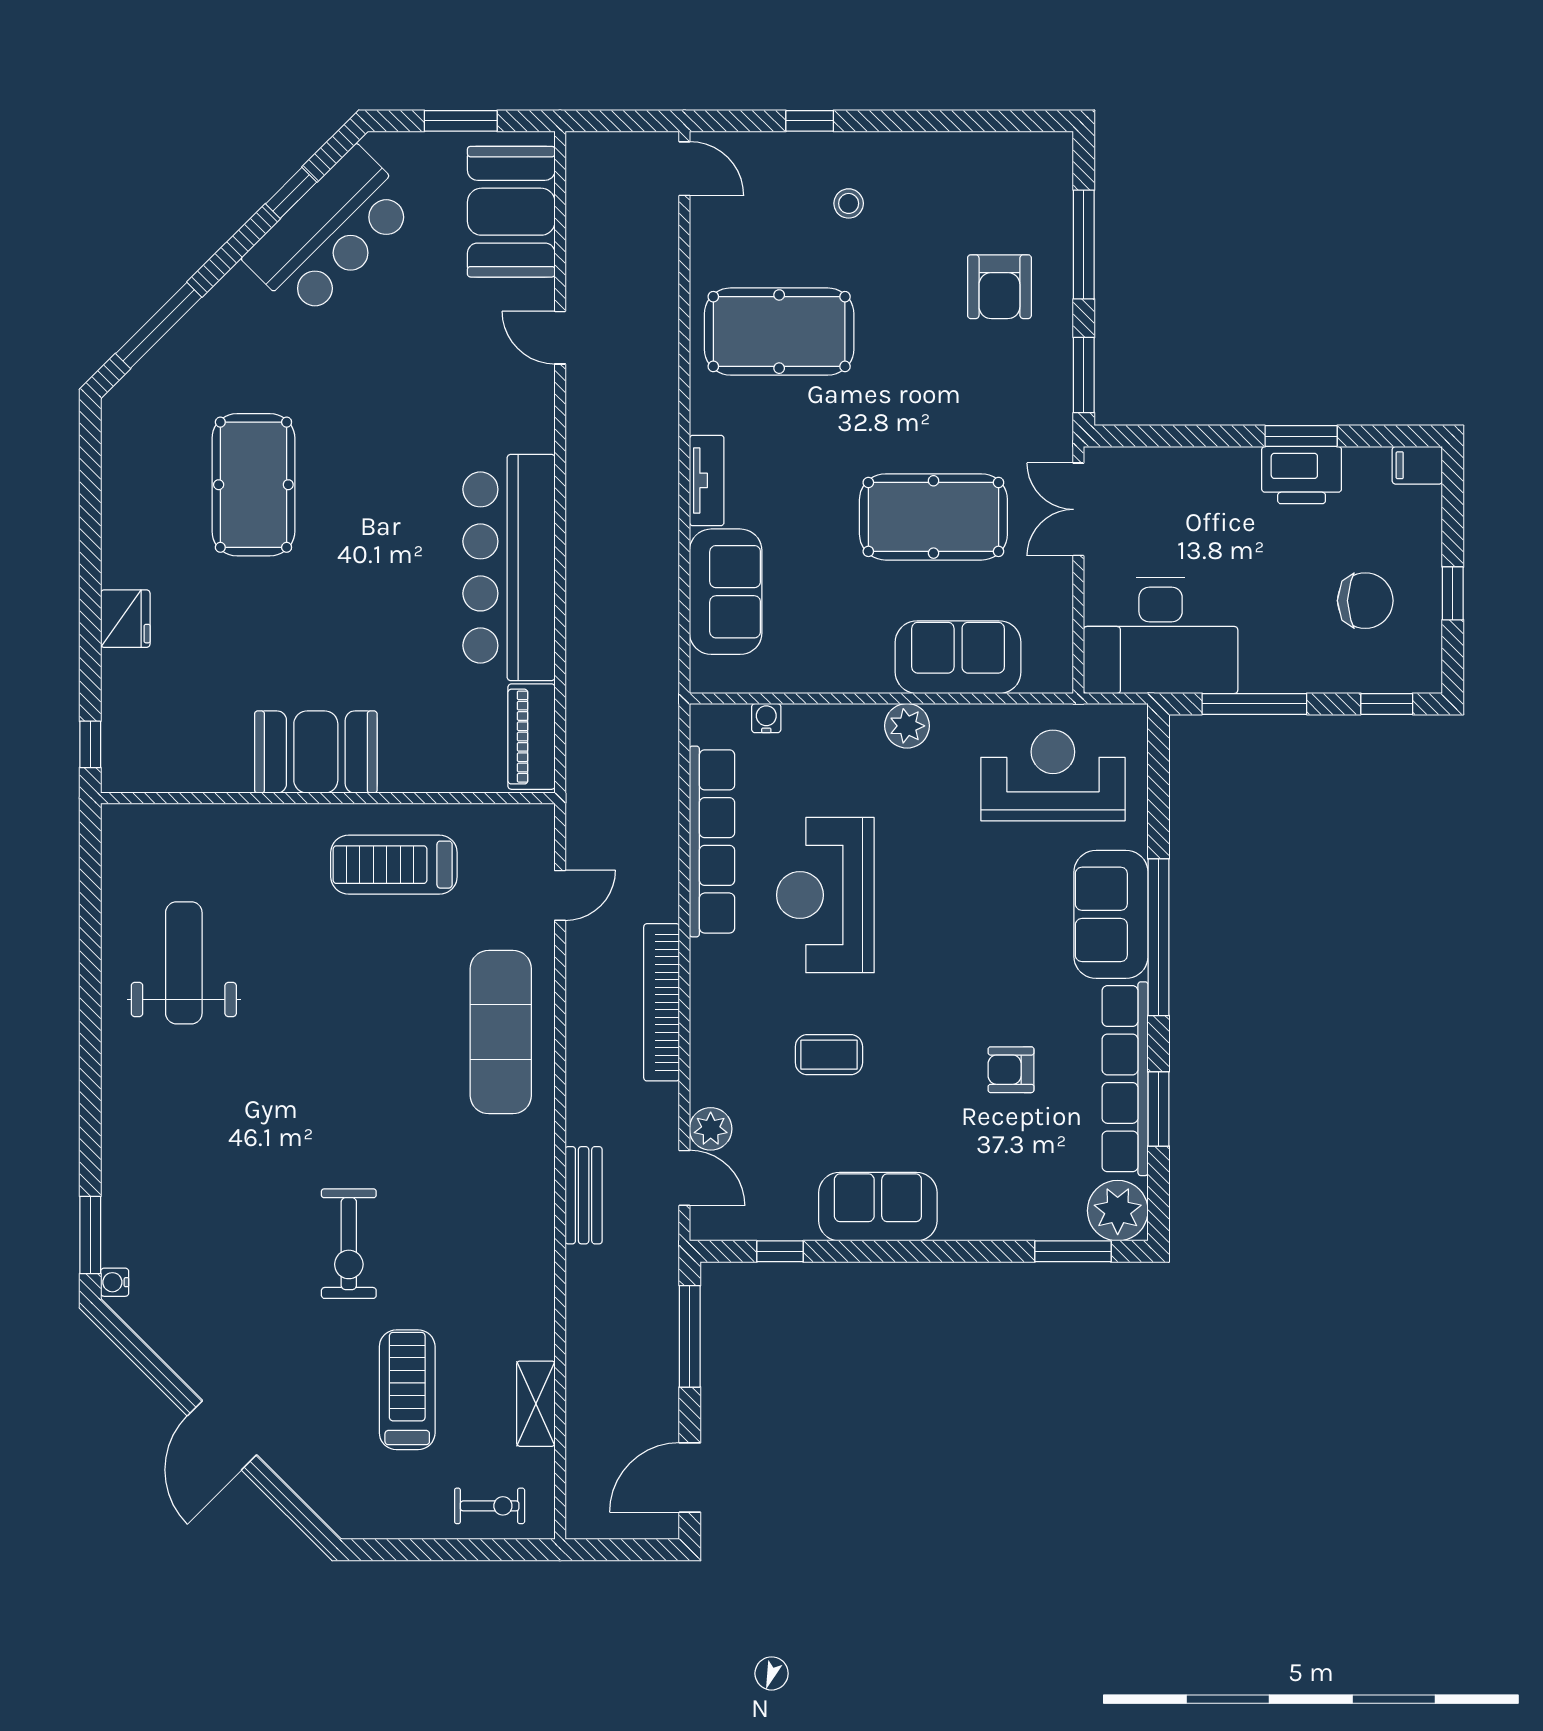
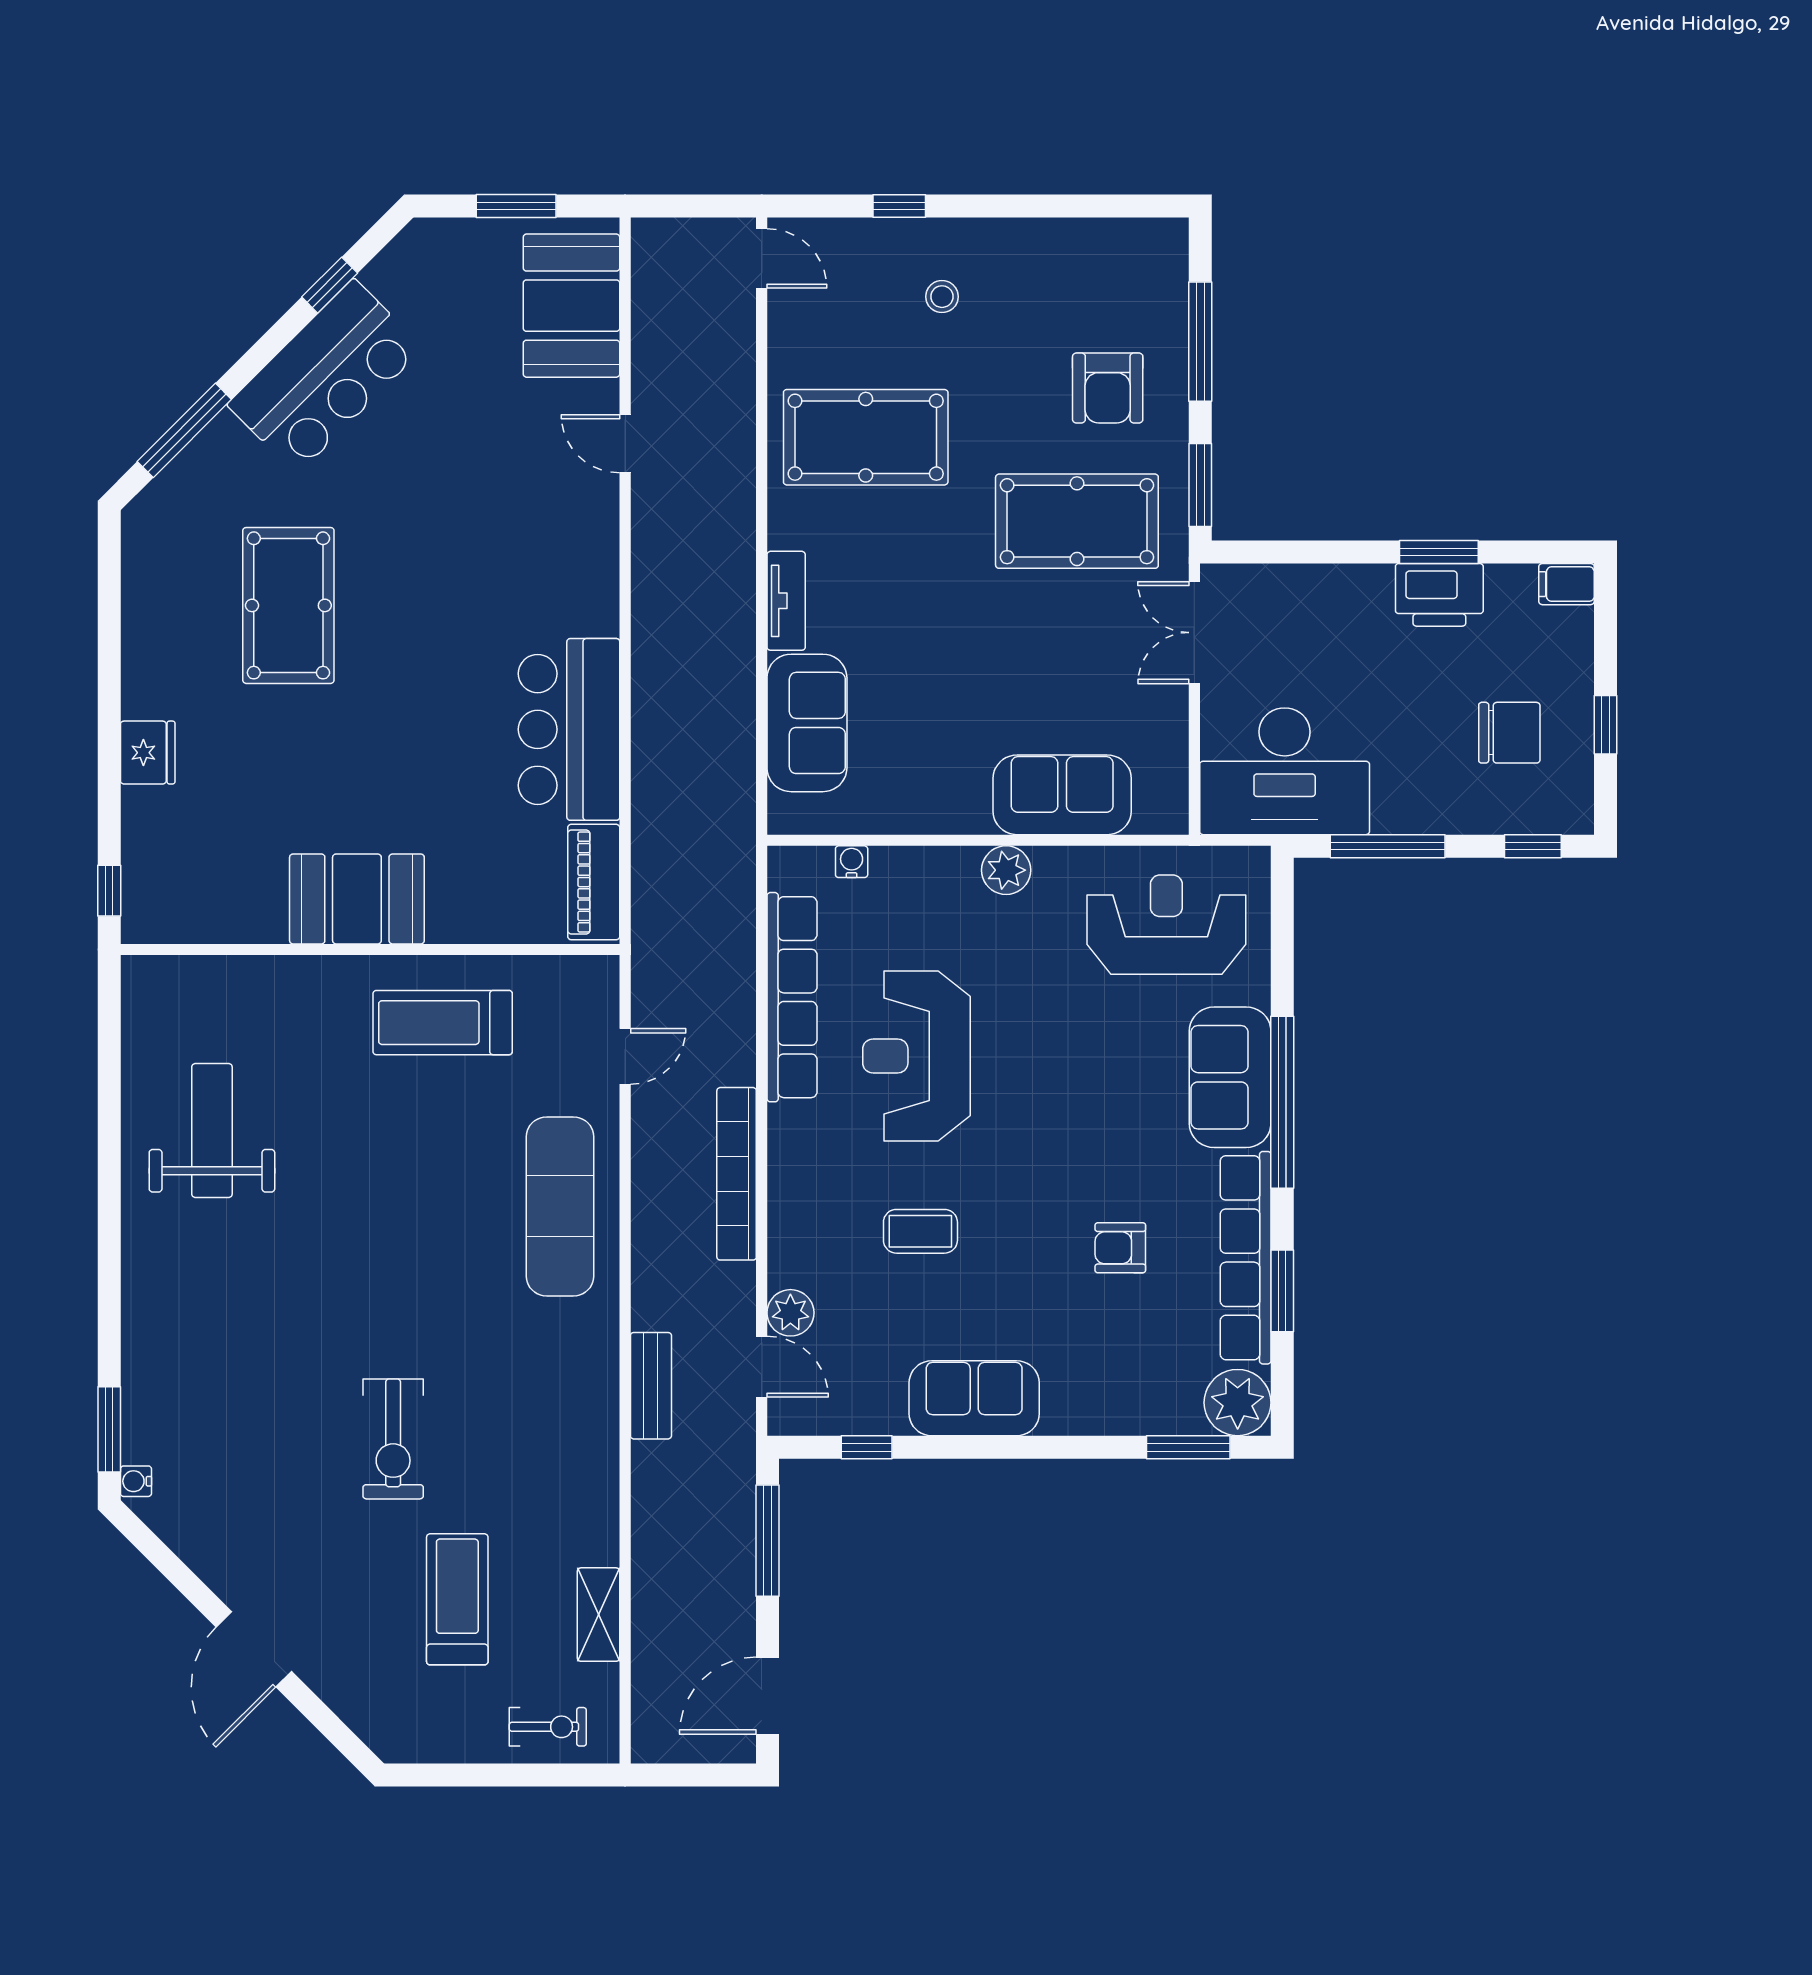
bar counter: (331, 233) -> (325, 376), moved
pool table: (933, 517) -> (1077, 521), moved
bar counter: (509, 567) -> (569, 729), width x0.73

